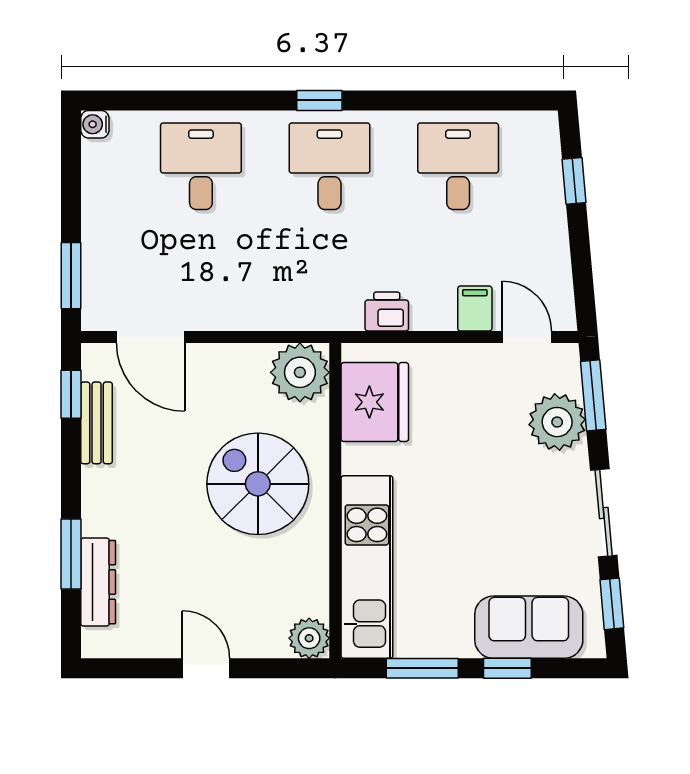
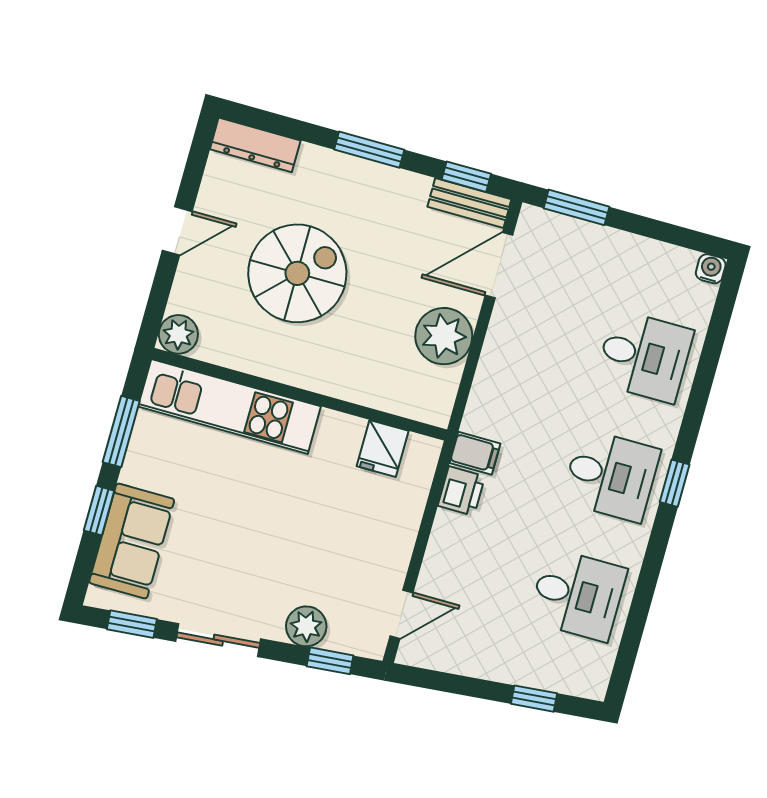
filing cabinet: (475, 309) -> (475, 453), moved
plant: (300, 372) -> (444, 336), moved
window: (593, 395) -> (330, 661), width x0.67
fridge: (375, 402) -> (383, 449), width x0.53, depth x0.75
plant: (557, 422) -> (306, 626), width x0.73, depth x0.73
bench: (97, 423) -> (469, 203), moved
spiral stairs: (258, 484) -> (297, 273), moved
window: (71, 554) -> (369, 150), moved
dresser: (98, 582) -> (255, 145), moved

